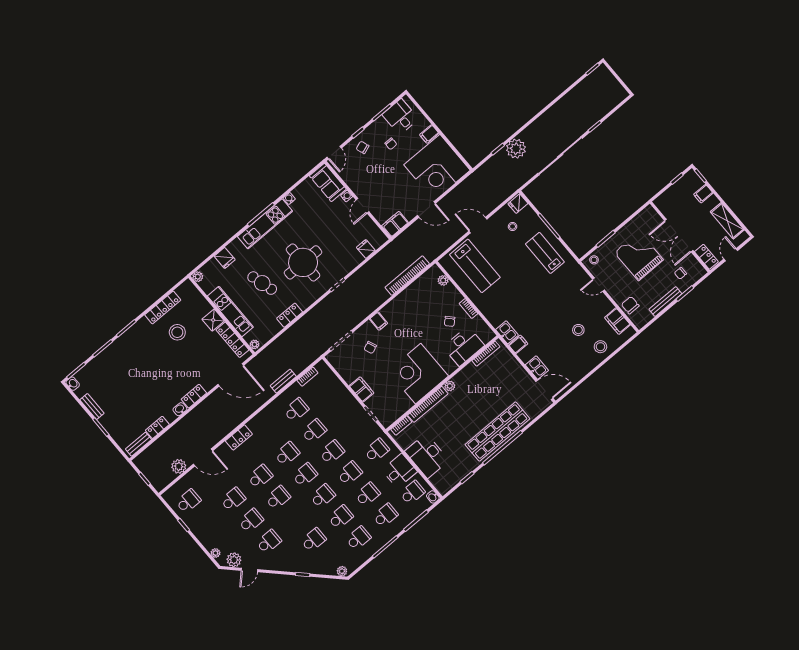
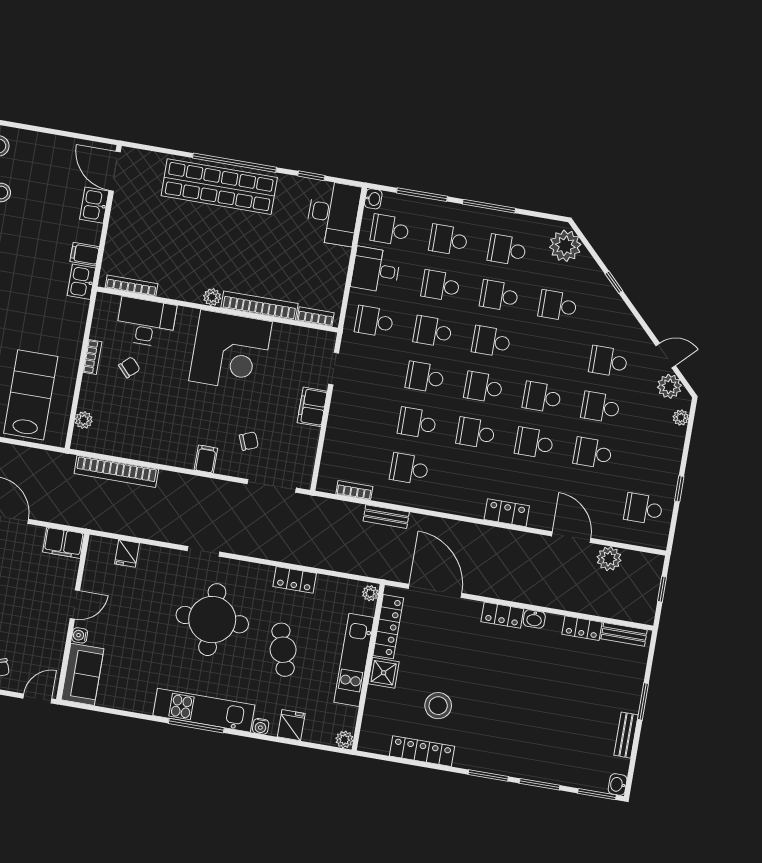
water cooler: (289, 198) -> (261, 726), moved
desk: (427, 456) -> (333, 213), moved
plant: (342, 571) -> (565, 246), width x1.87, depth x1.87

